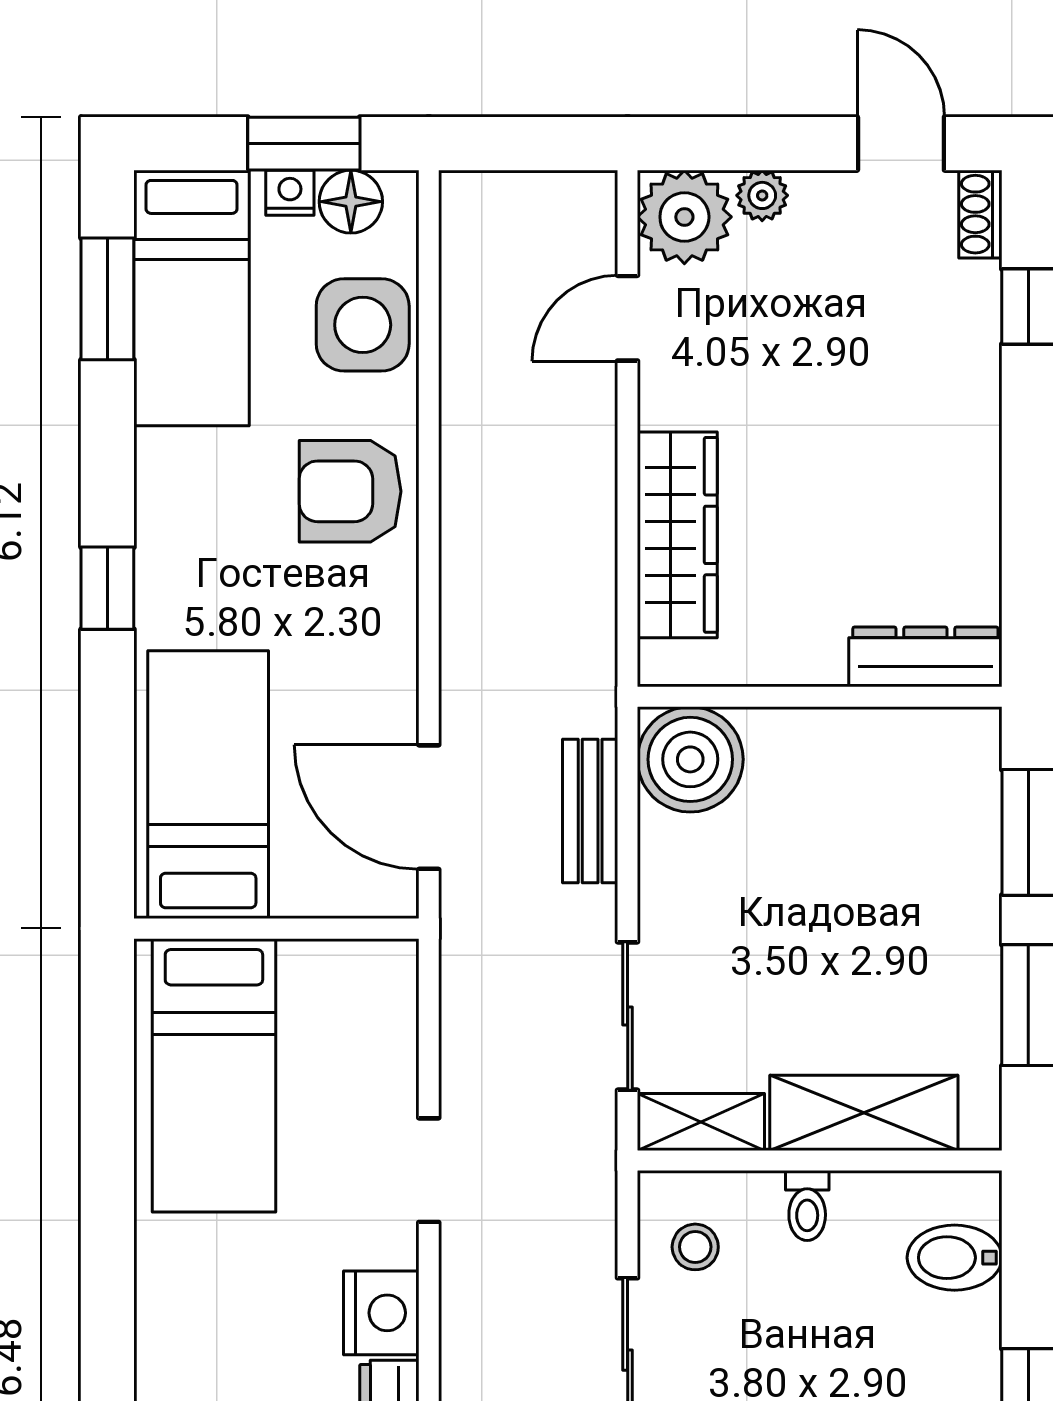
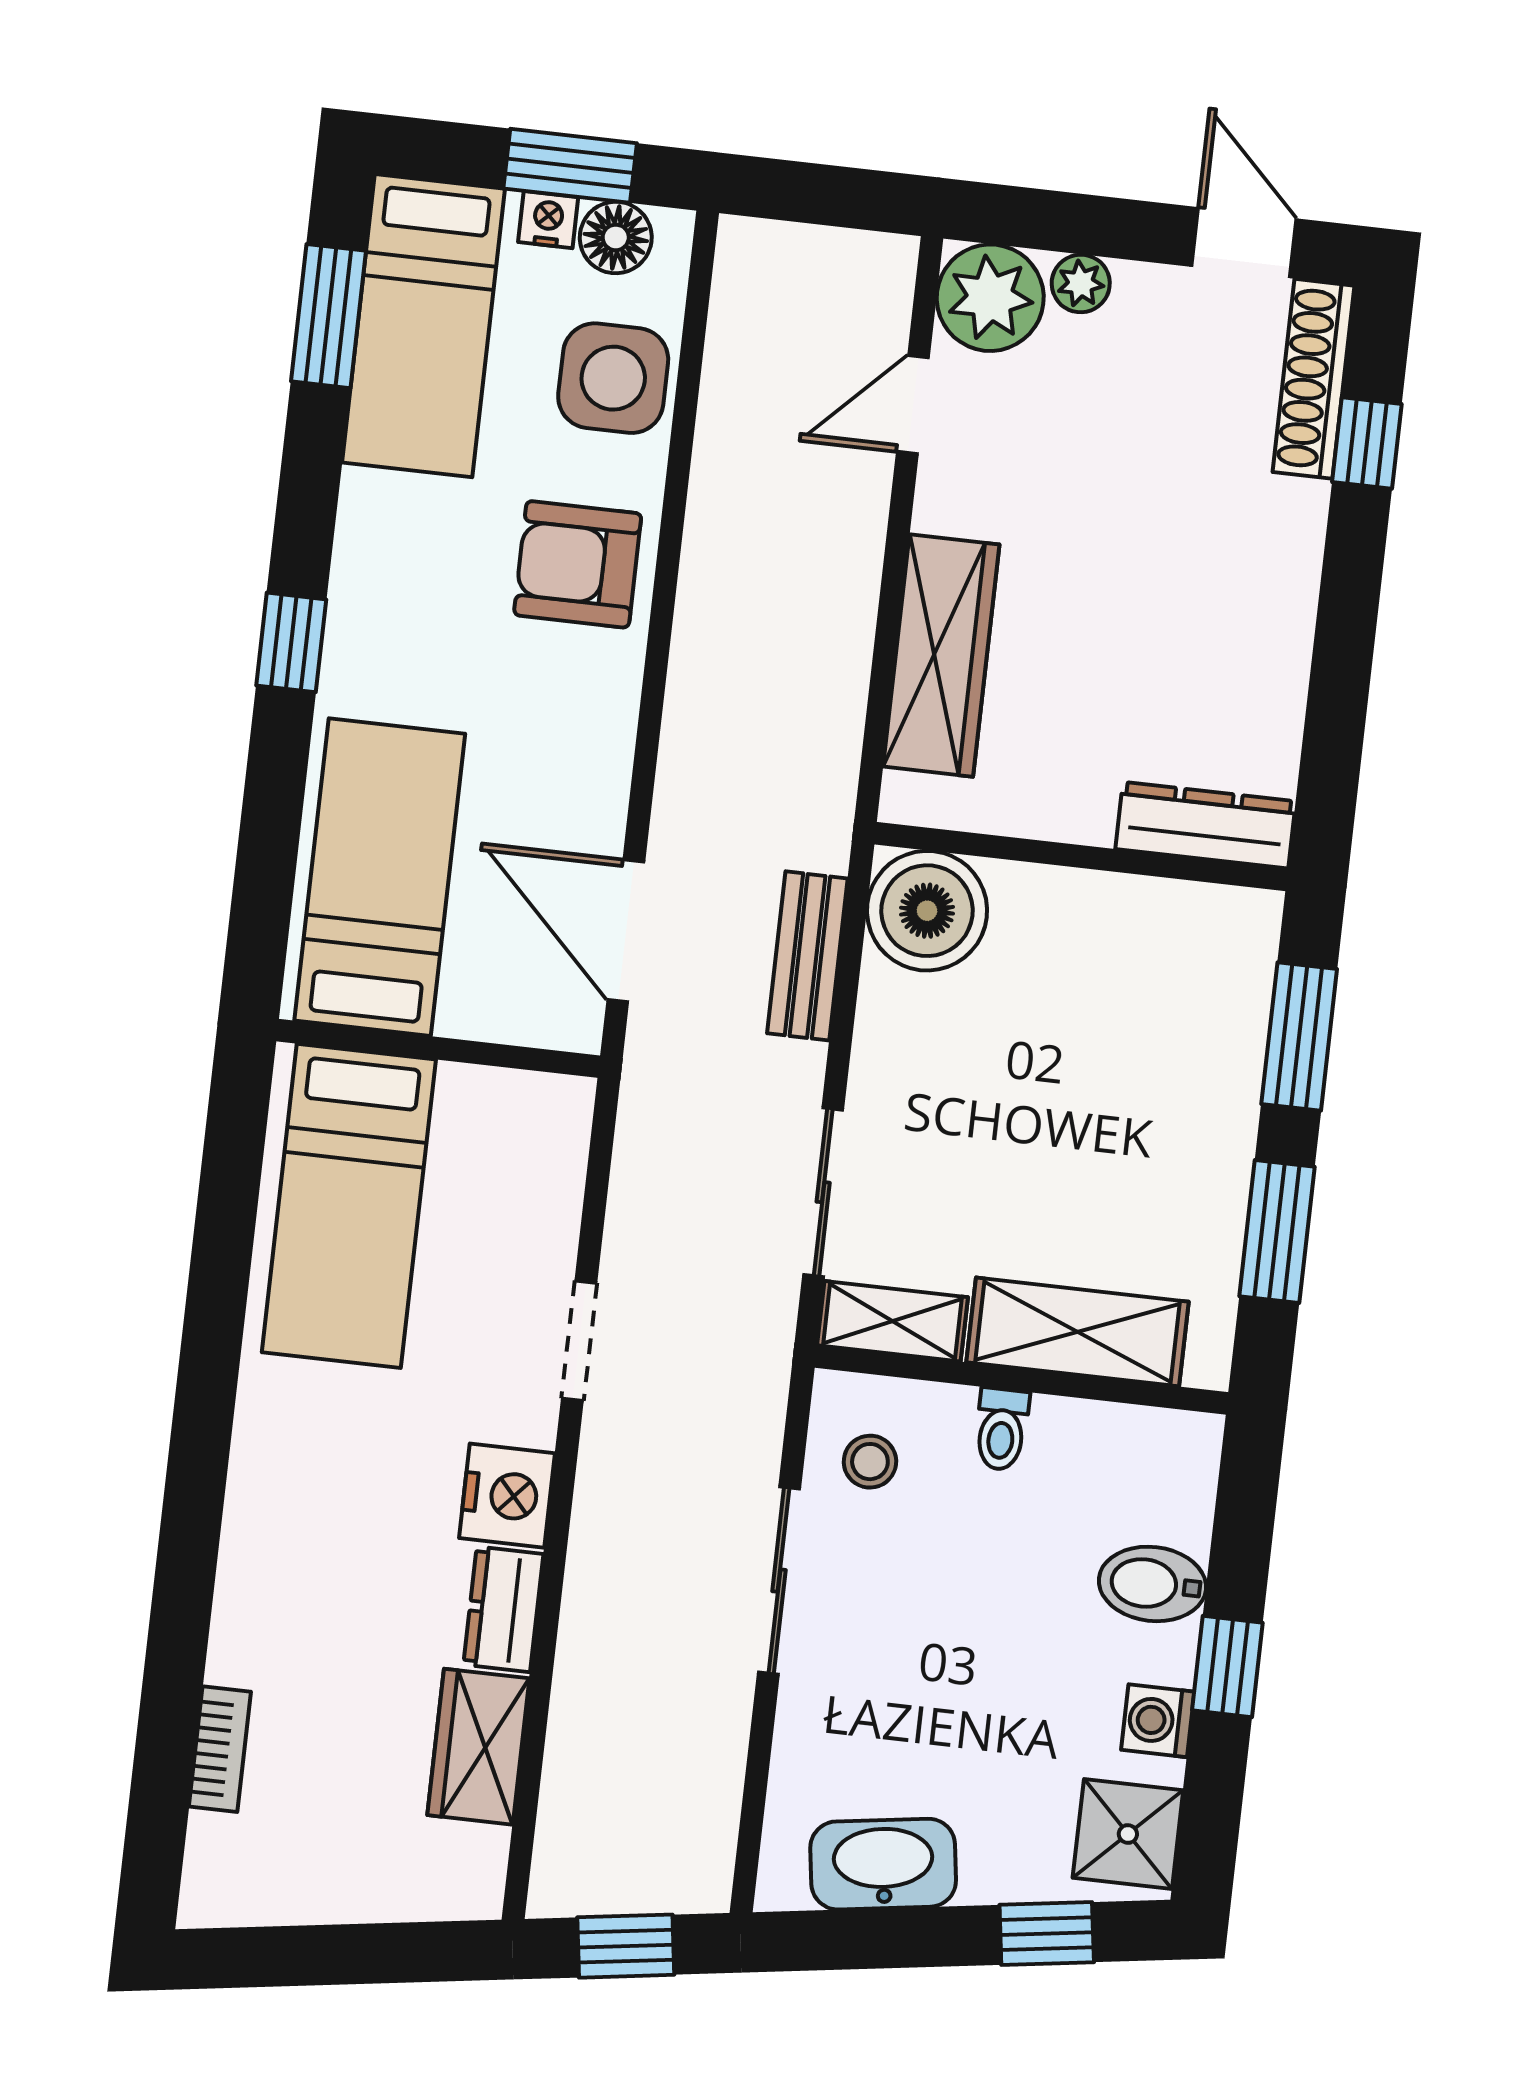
shoe rack: (980, 214) -> (1314, 379), width x1.94, depth x1.24
bidet: (955, 1258) -> (1152, 1584), moved

